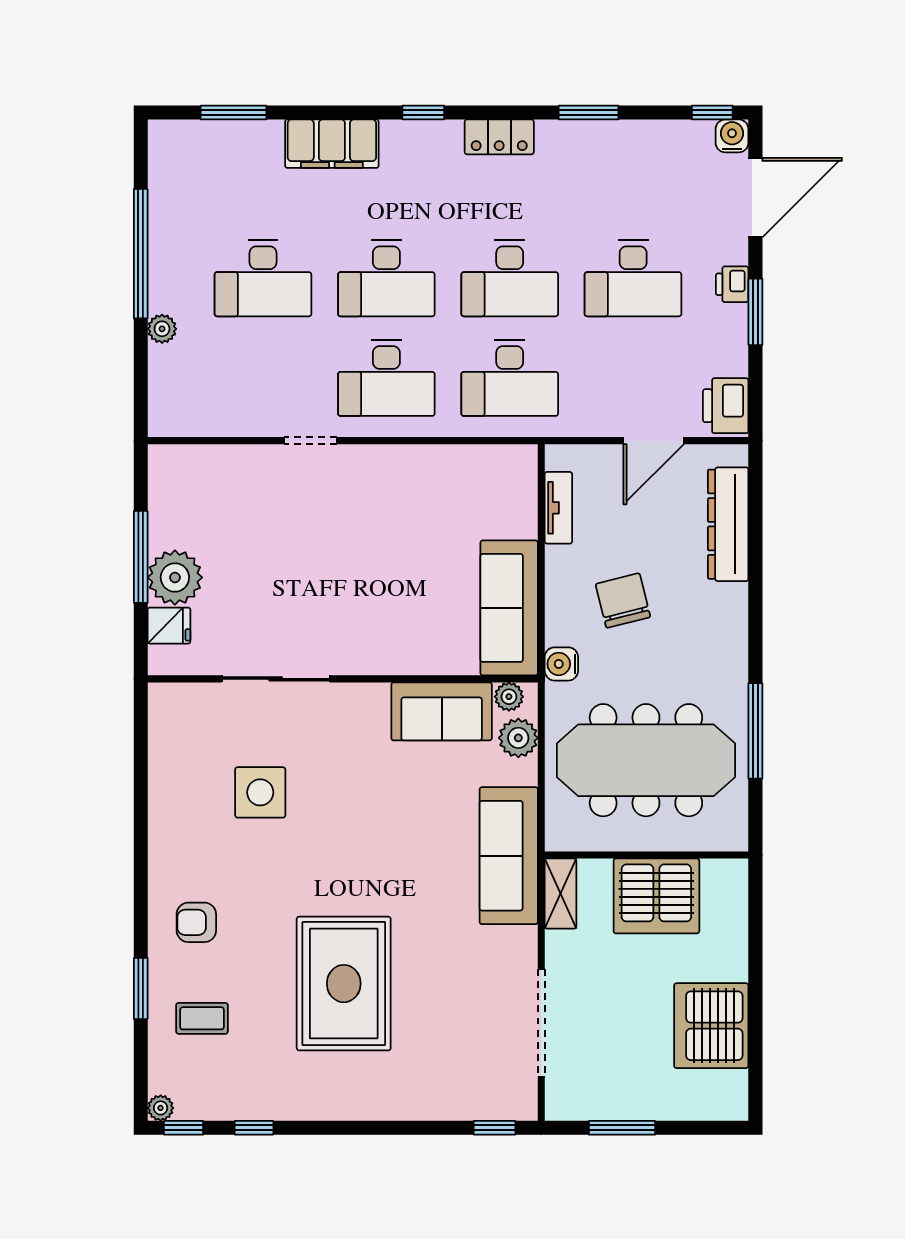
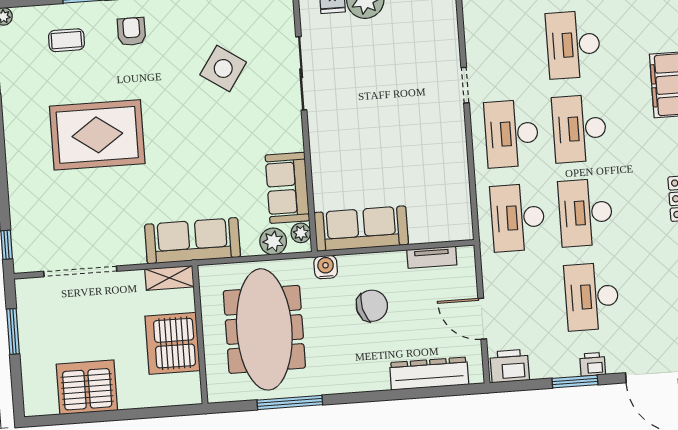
side table: (260, 792) -> (223, 68), turned 34
coffee table: (202, 1018) -> (66, 40), turned 90

